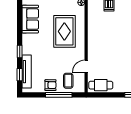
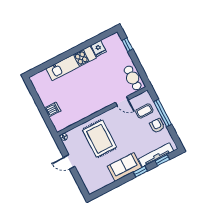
sofa: (30, 19) -> (125, 167), moved
rug: (64, 31) -> (100, 139), turned 90

